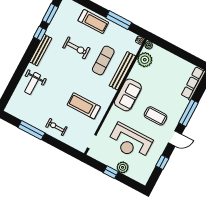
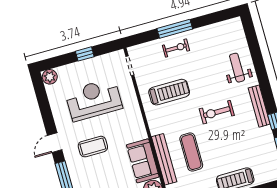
exercise bike: (76, 48) -> (217, 112), moved
sofa: (128, 95) -> (143, 161), moved
window: (31, 130) -> (175, 29), moved
window: (162, 162) -> (45, 109), removed
plant: (123, 167) -> (50, 77), moved

